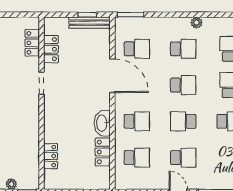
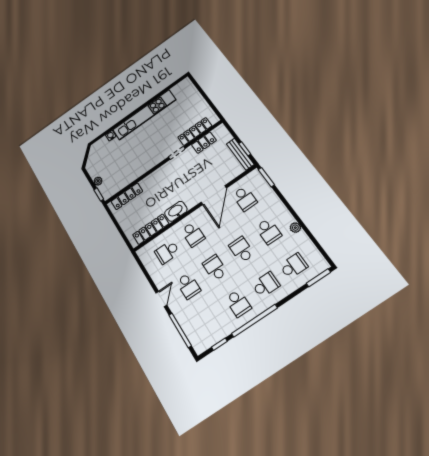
locker: (32, 43) -> (195, 132), width x1.53
school desk: (183, 85) -> (242, 250), turned 180
locker: (103, 152) -> (151, 229), width x1.53
locker: (51, 156) -> (127, 196), width x1.53
school desk: (137, 158) -> (167, 252), turned 90

